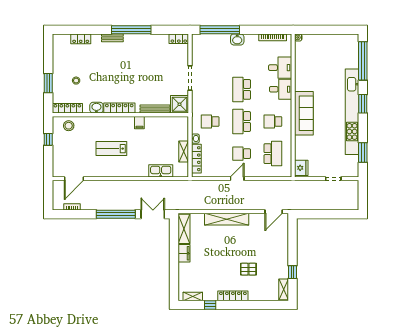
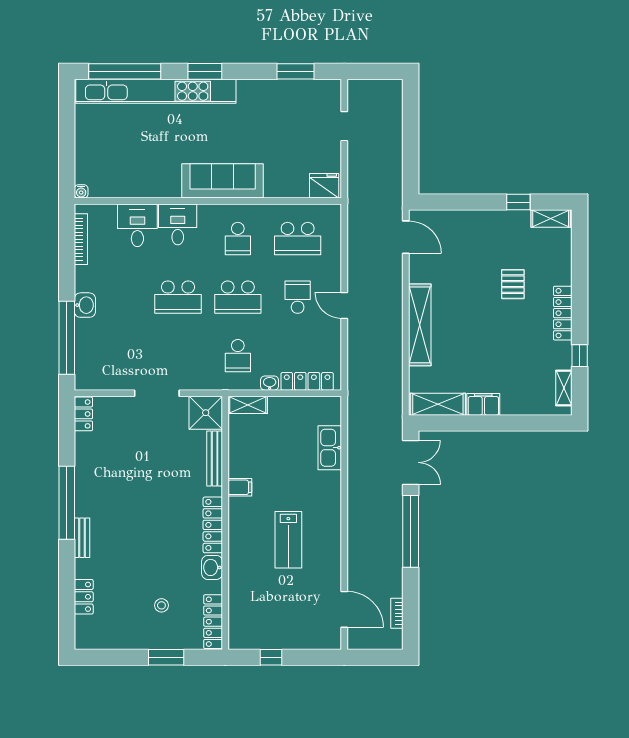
kitchen unit: (352, 112) -> (156, 91), moved
stool: (69, 126) -> (246, 619), removed
shelving: (184, 151) -> (248, 405), moved
school desk: (242, 154) -> (298, 297), turned 180
school desk: (273, 154) -> (298, 239), turned 180
double door: (153, 214) -> (411, 462), swing flipped

